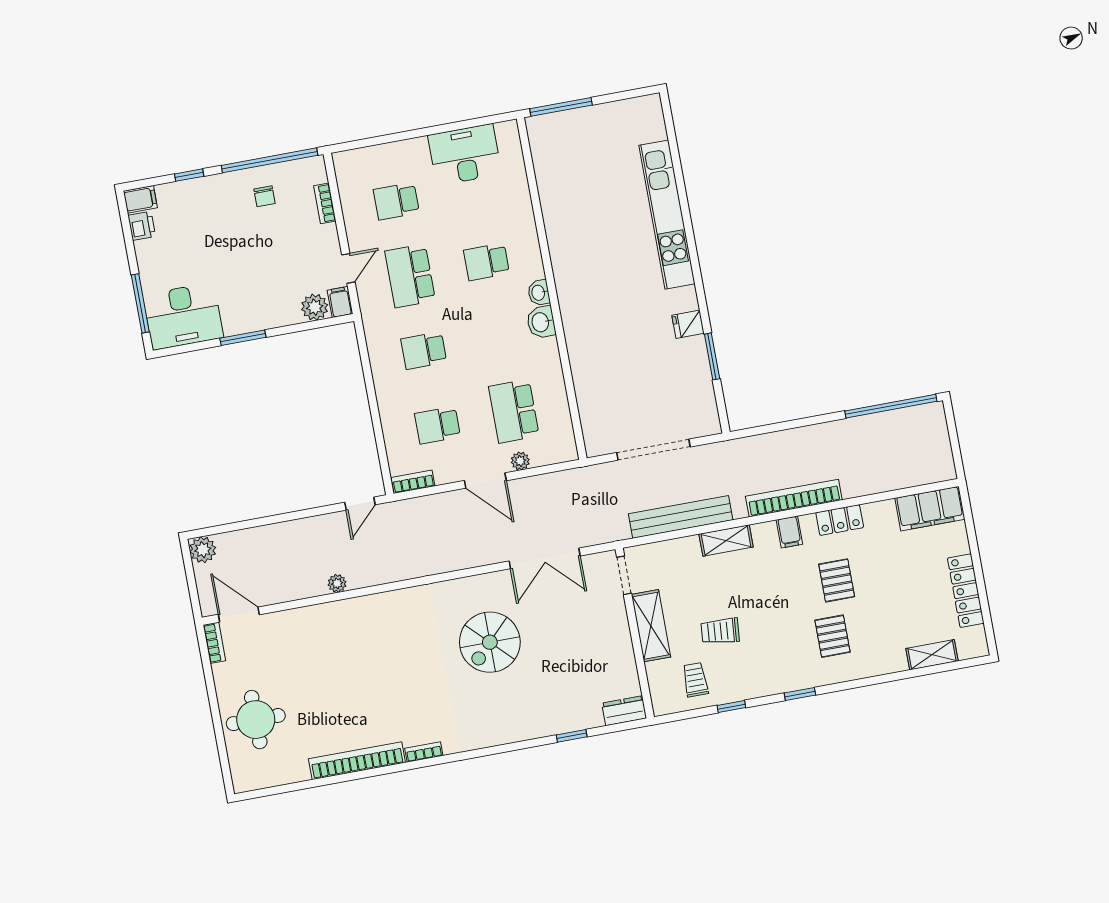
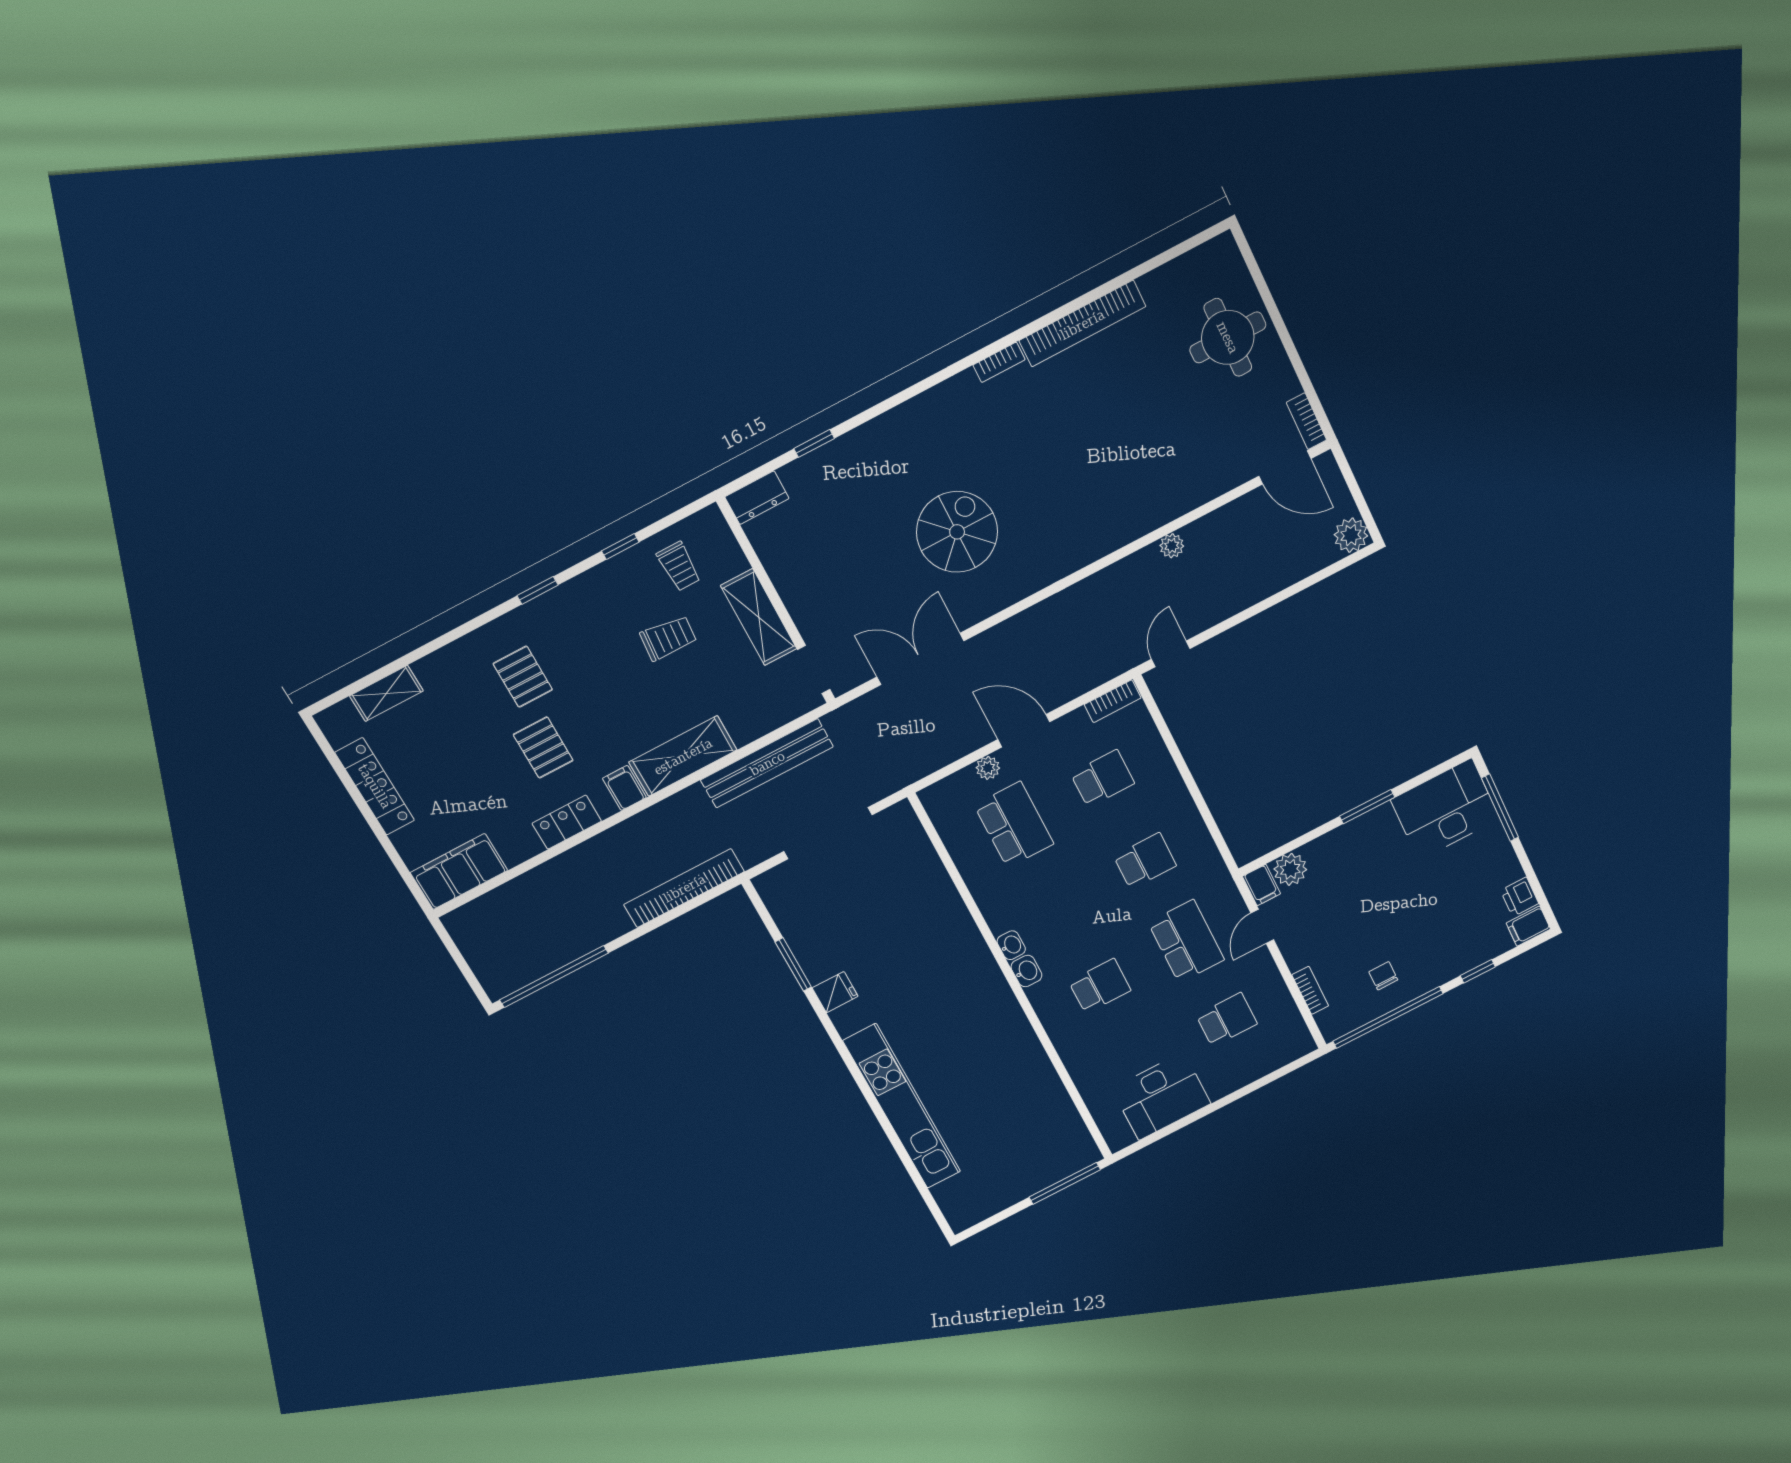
washbasin: (541, 322) -> (1011, 945), width x0.72, depth x0.69
bookcase: (794, 498) -> (684, 888), moved, turned 180
shelving: (726, 541) -> (683, 756), width x1.50, depth x1.33

